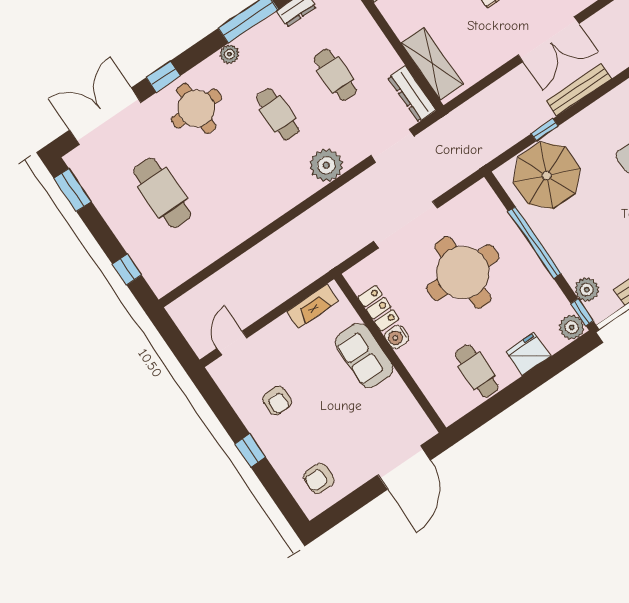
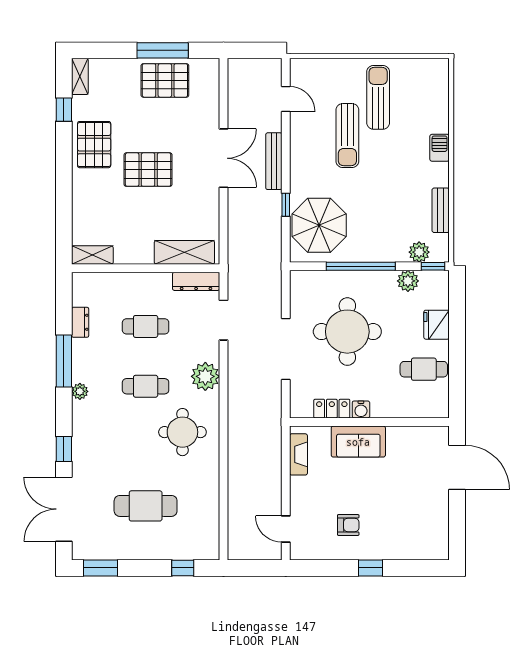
round table: (196, 108) -> (182, 432), moved
plant: (572, 327) -> (408, 281), moved
armchair: (319, 478) -> (423, 533), removed

